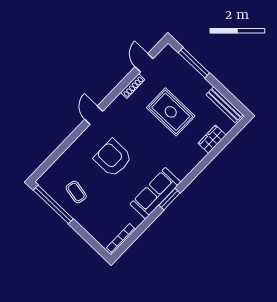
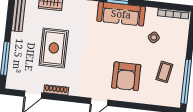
armchair: (113, 158) -> (126, 76), moved
side table: (113, 206) -> (154, 37), added

